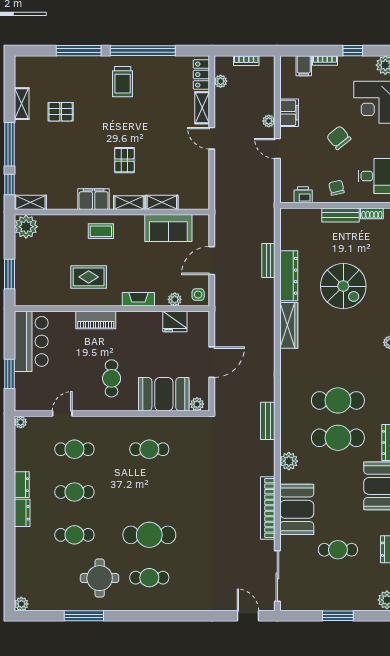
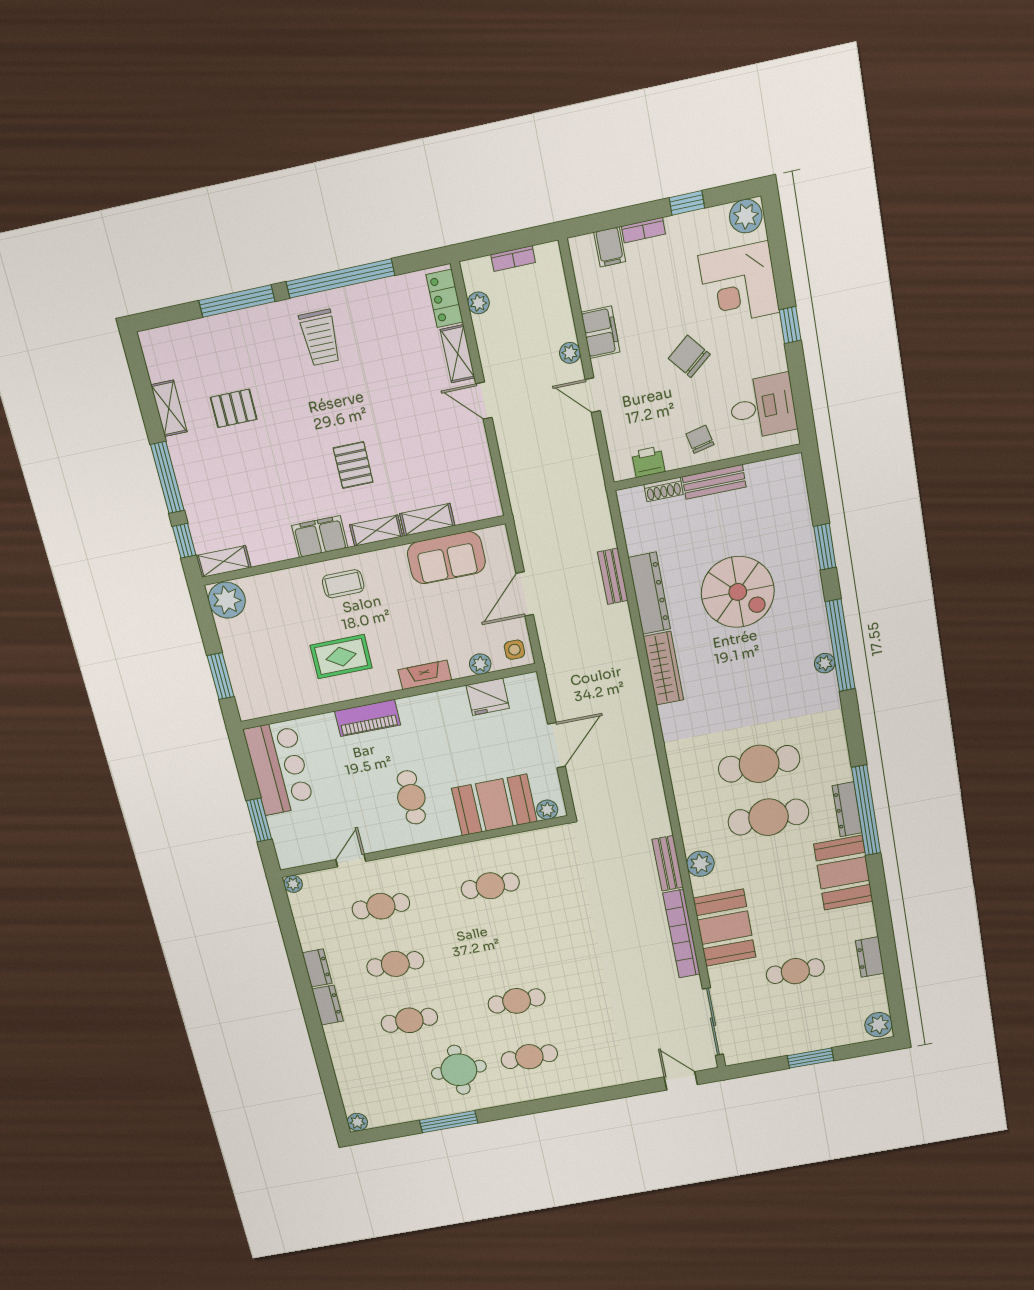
shoe rack: (372, 213) -> (663, 489), moved
bench: (268, 421) -> (668, 863), moved
cafe table: (149, 535) -> (517, 1001), width x0.73, depth x0.74

